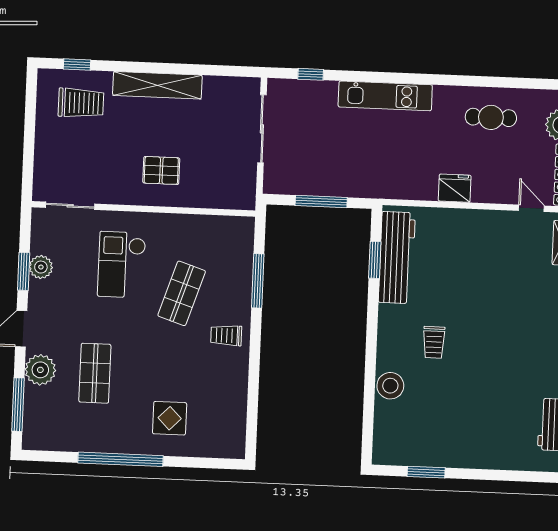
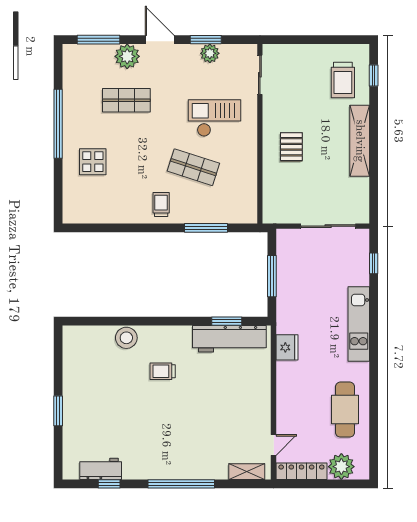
cafe table: (491, 117) -> (345, 410), width x1.37, depth x1.35
fridge: (455, 188) -> (287, 347), moved
window: (426, 472) -> (58, 411), moved

